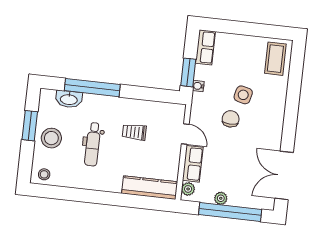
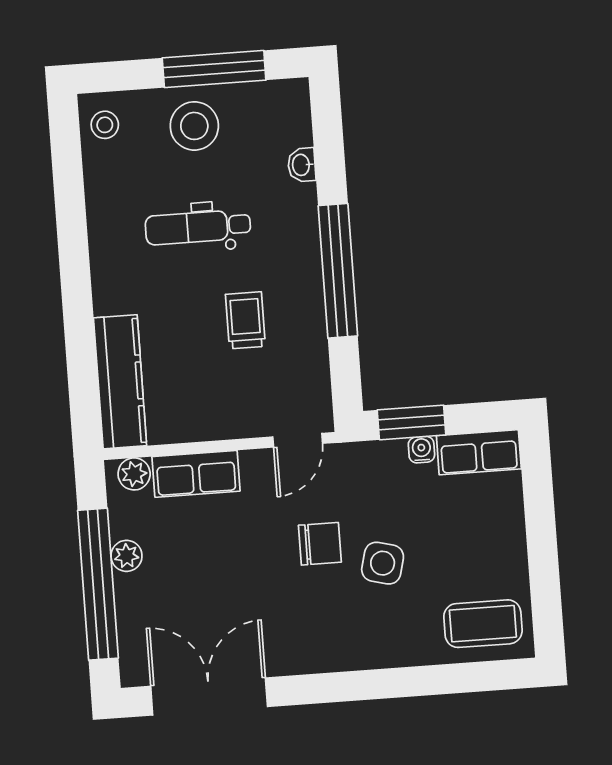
water cooler: (198, 86) -> (421, 450), moved
window: (92, 88) -> (338, 271), moved
washbasin: (69, 99) -> (302, 165), width x0.52, depth x0.69
window: (30, 126) -> (214, 69), width x1.44
door: (185, 134) -> (298, 440), moved

